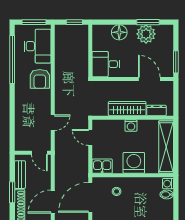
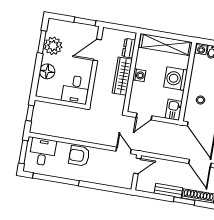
desk: (38, 46) -> (43, 152), width x0.73
armchair: (40, 79) -> (79, 156), turned 180
wall: (33, 153) -> (136, 172), moved
door: (39, 153) -> (137, 166), moved

